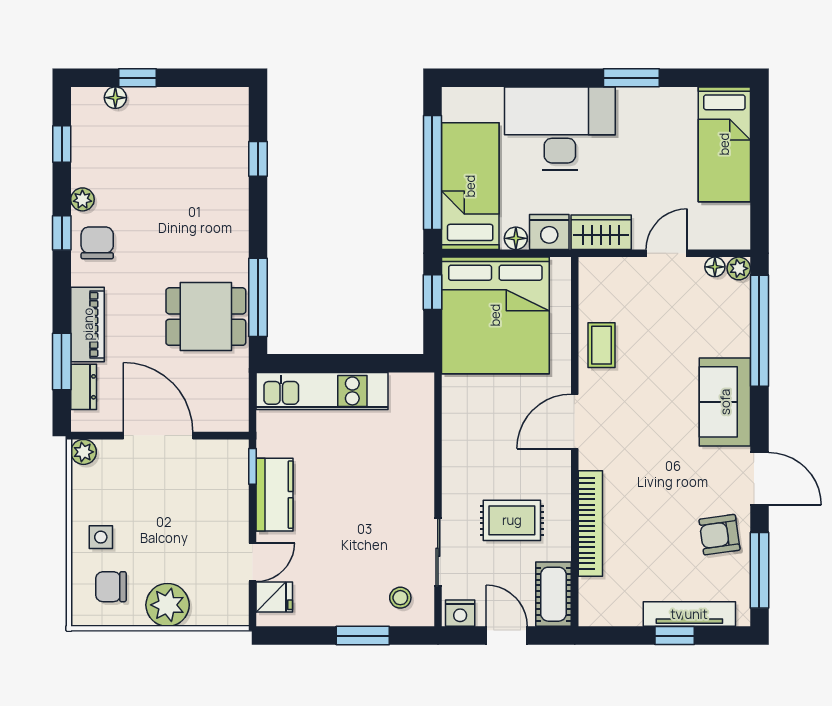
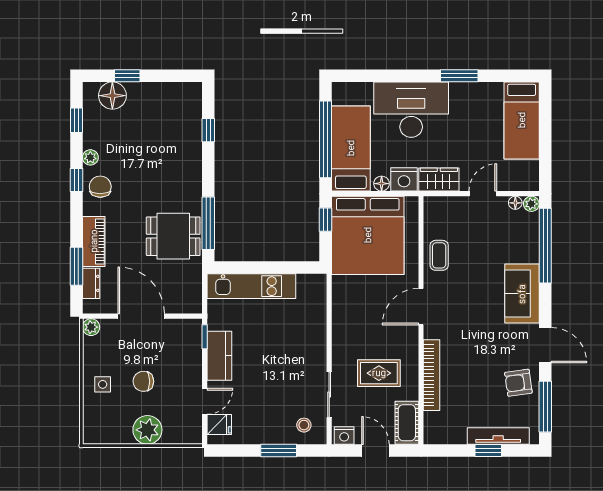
floor lamp: (115, 98) -> (112, 96), width x1.89, depth x1.89
chair: (111, 587) -> (143, 381), moved

